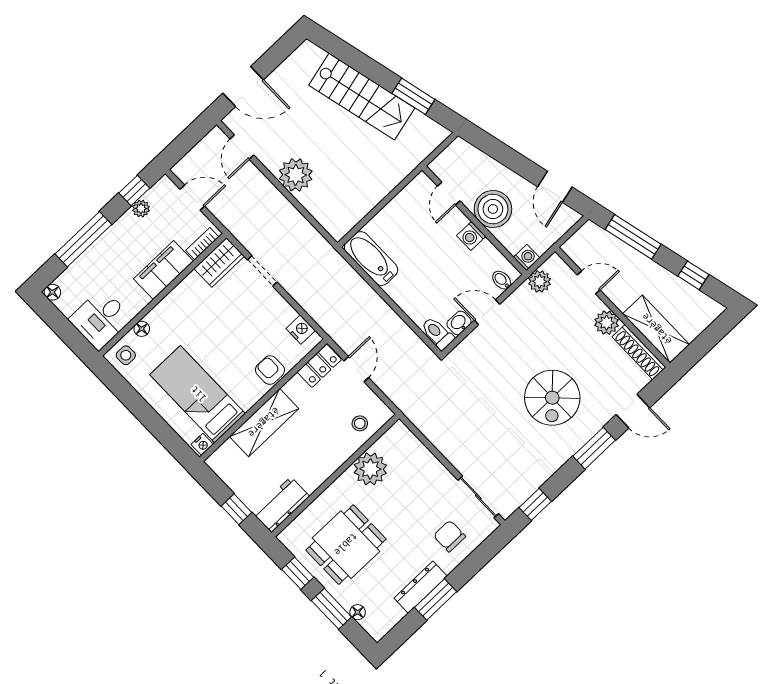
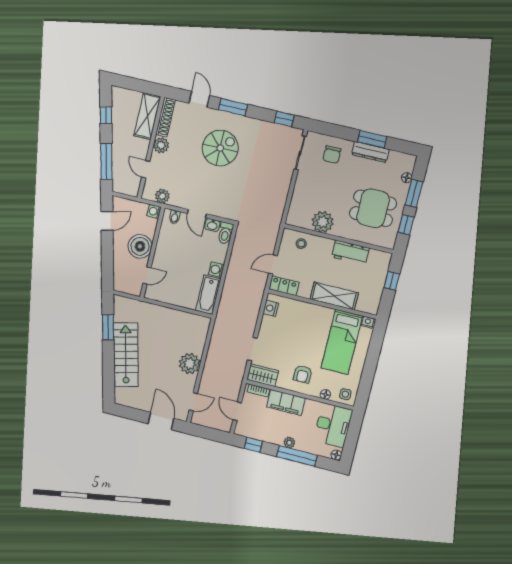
plant: (141, 209) -> (289, 442), moved
washing machine: (471, 236) -> (216, 270), moved, turned 180
desk: (101, 319) -> (333, 425), width x1.37
armchair: (270, 370) -> (303, 374), moved
workbench: (281, 505) -> (350, 252), moved

